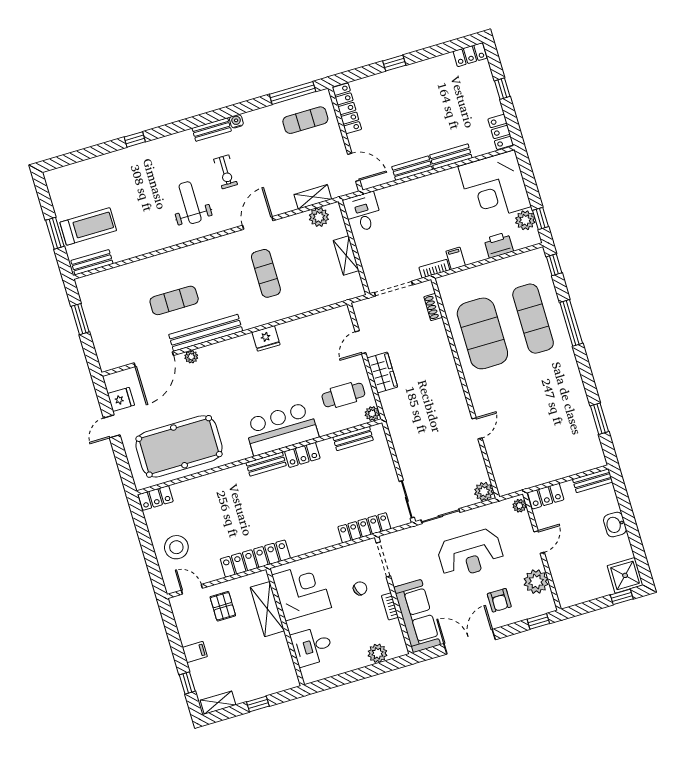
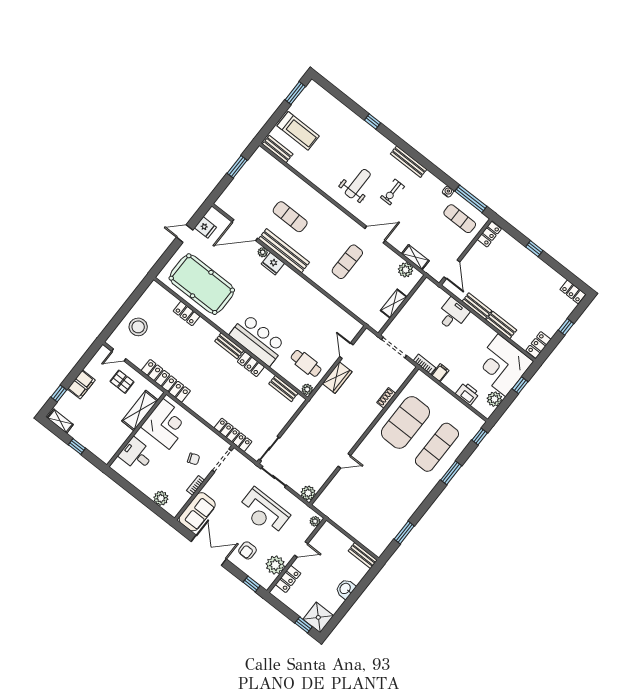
locker: (347, 108) -> (489, 234), width x0.66
water cooler: (236, 121) -> (448, 192), moved
bench: (212, 130) -> (409, 162), width x1.36
desk: (363, 212) -> (453, 314), moved
window: (540, 219) -> (520, 385), moved
window: (55, 233) -> (295, 93), moved
shoe rack: (433, 307) -> (386, 398), moved
window: (571, 323) -> (451, 473), width x0.69
fridge: (266, 338) -> (273, 264), moved
door: (361, 342) -> (346, 351), hinge flipped
locker: (546, 496) -> (288, 579), moved, turned -90
locker: (156, 498) -> (186, 314), moved
door: (192, 589) -> (119, 355), swing flipped
pallet: (223, 606) -> (122, 382), turned 90
sofa: (417, 616) -> (197, 512), width x0.73
filing cabinet: (195, 652) -> (81, 384), width x2.00

